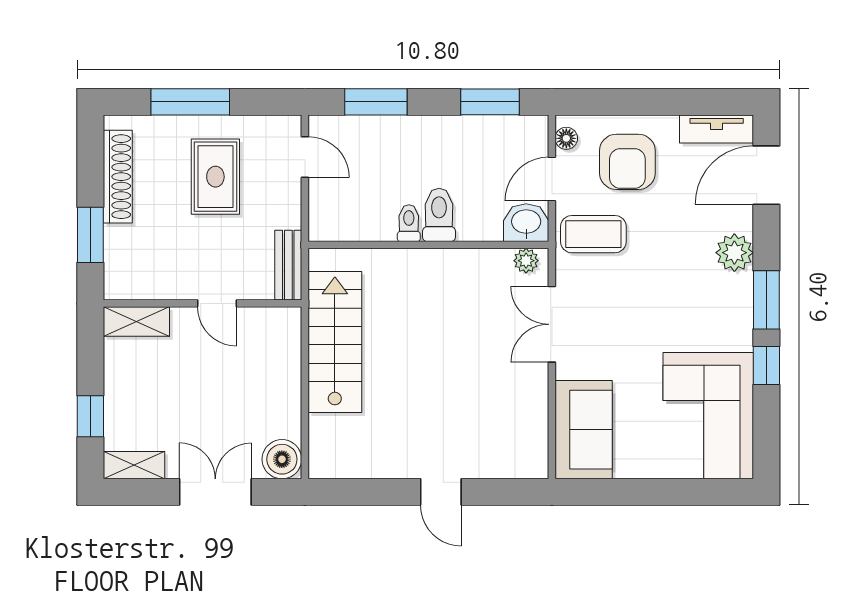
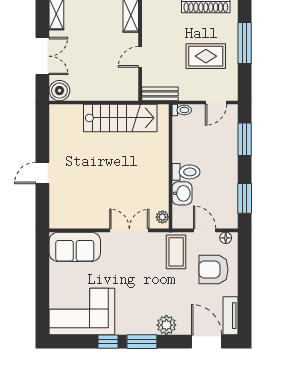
toilet: (409, 223) -> (182, 110), moved
washbasin: (526, 223) -> (182, 193), moved

